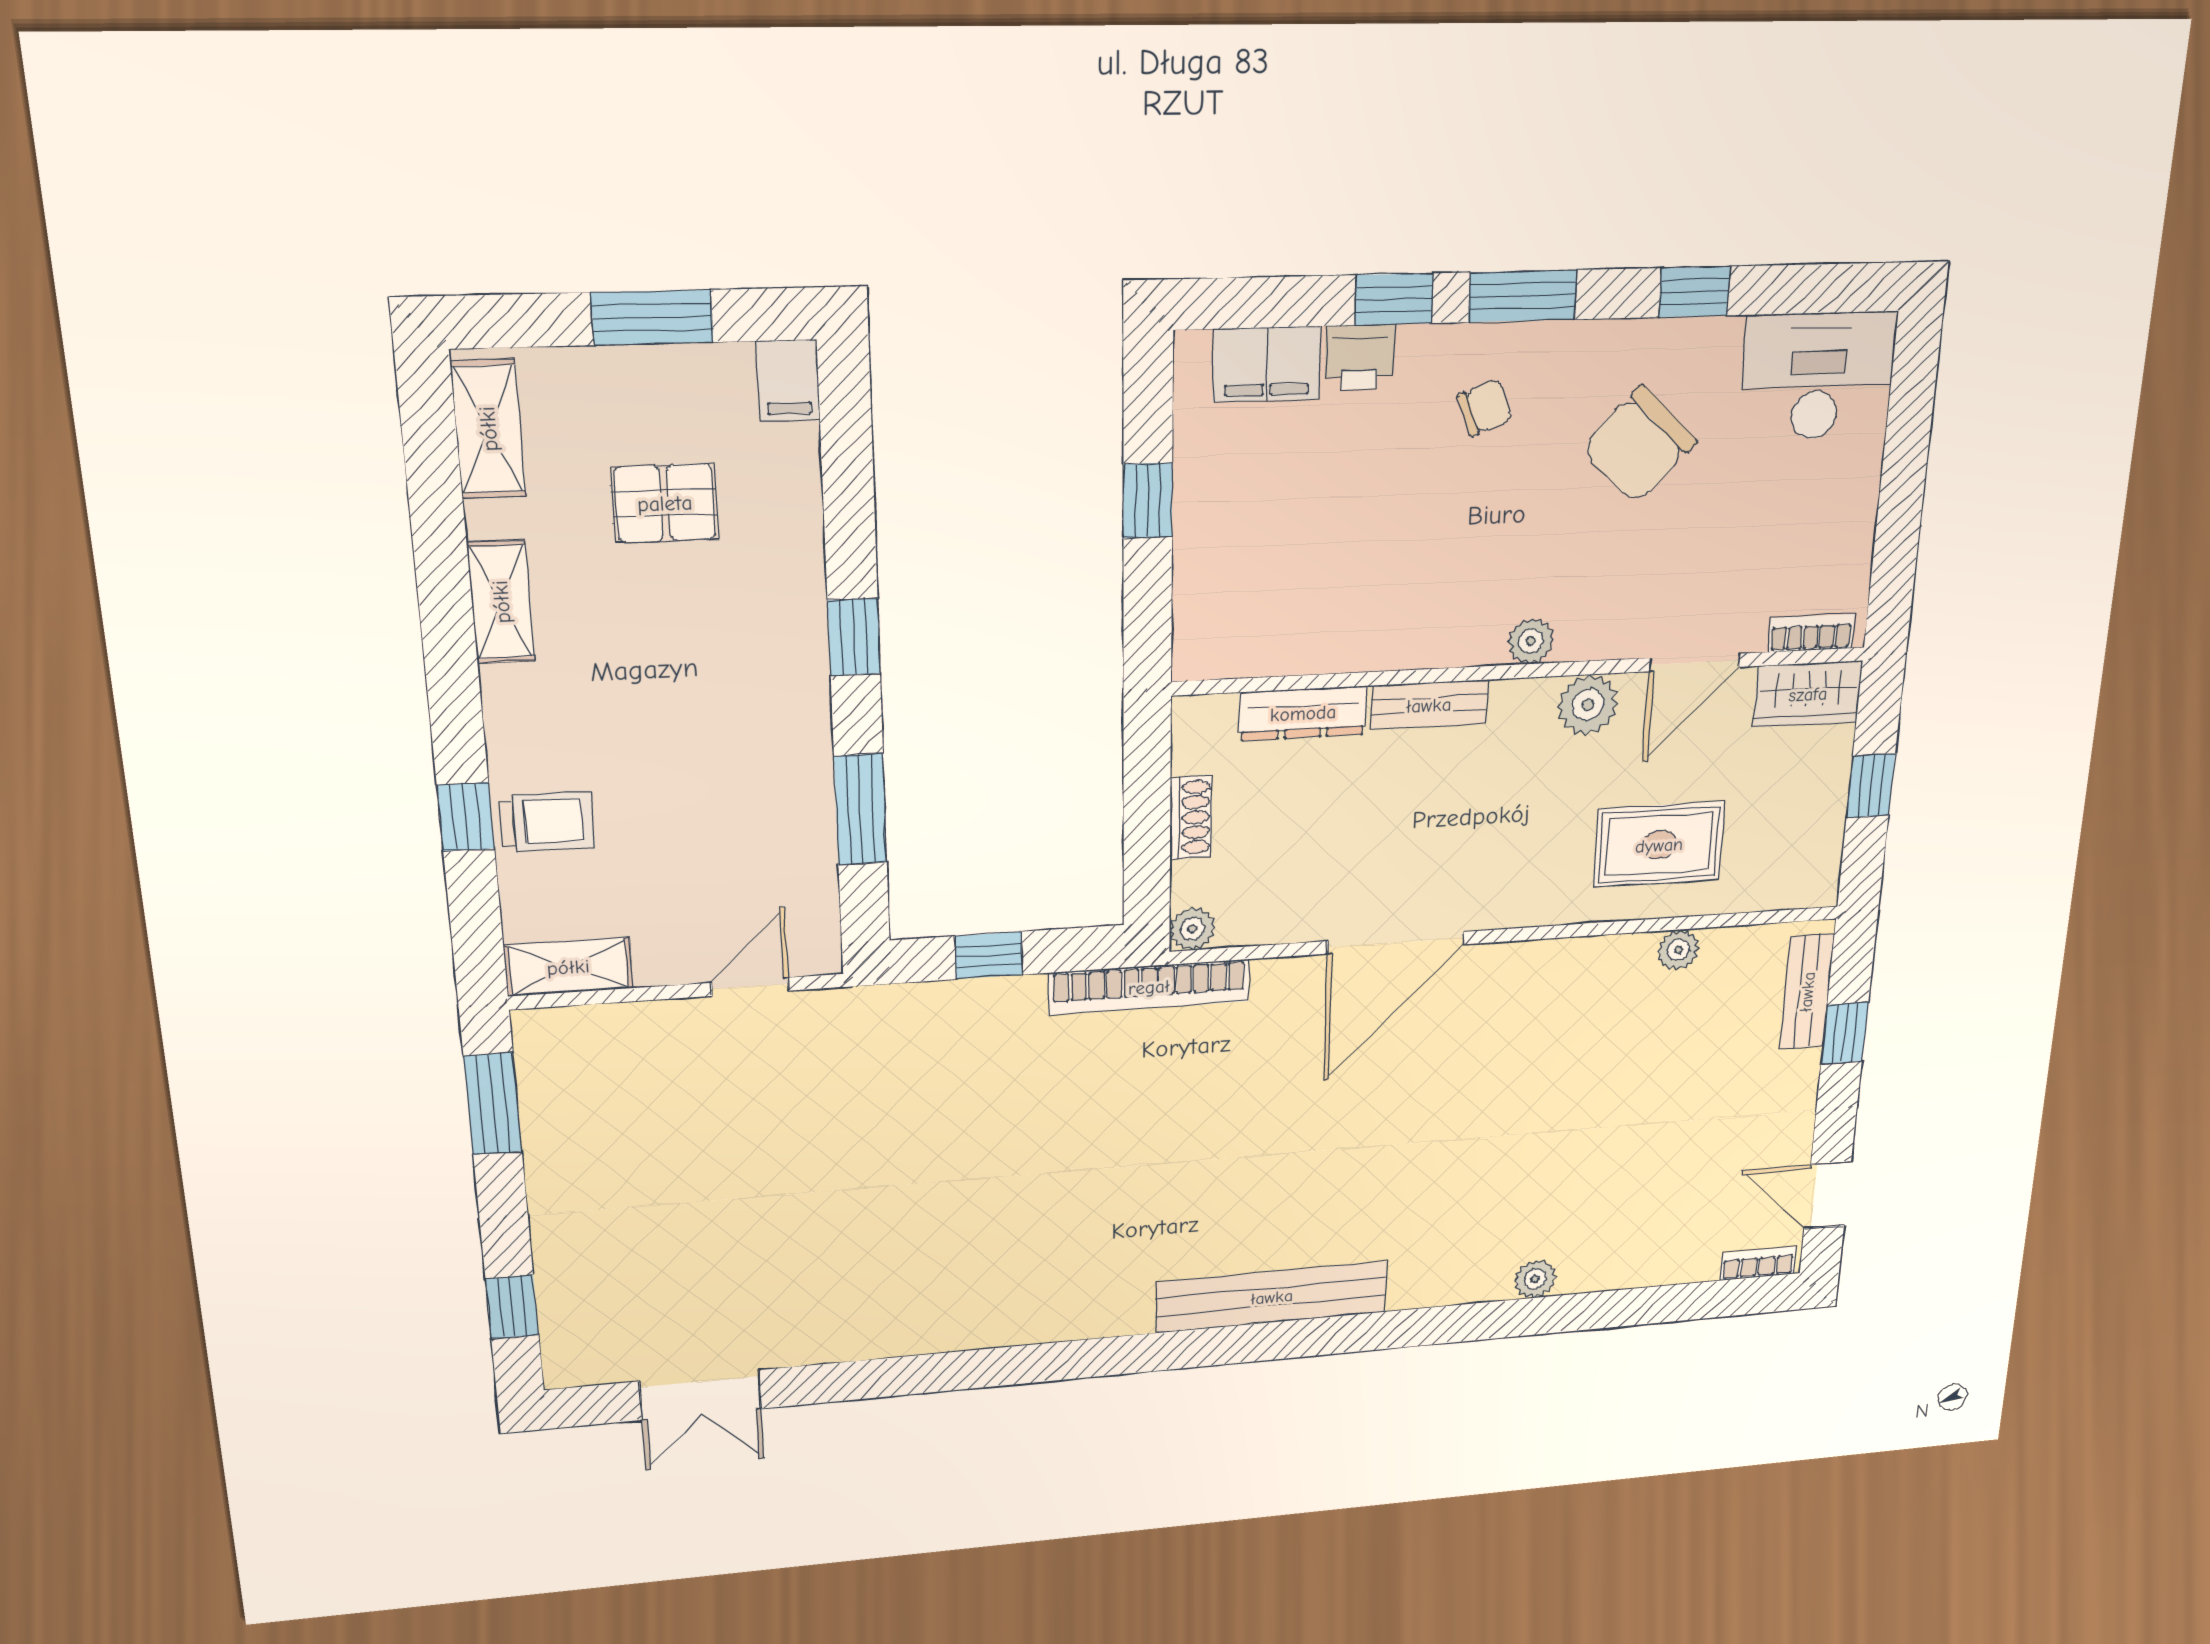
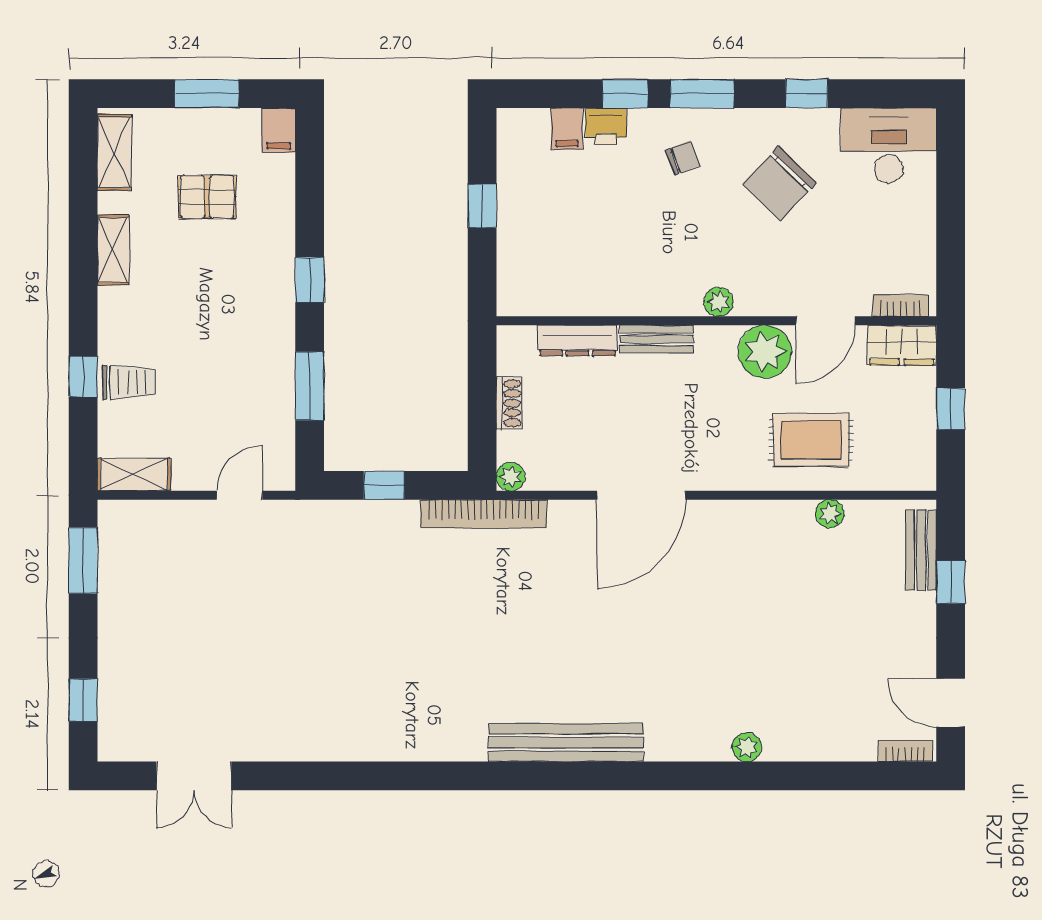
filing cabinet: (1267, 364) -> (567, 129), width x0.50
plant: (1588, 705) -> (765, 352), width x1.36, depth x1.36

